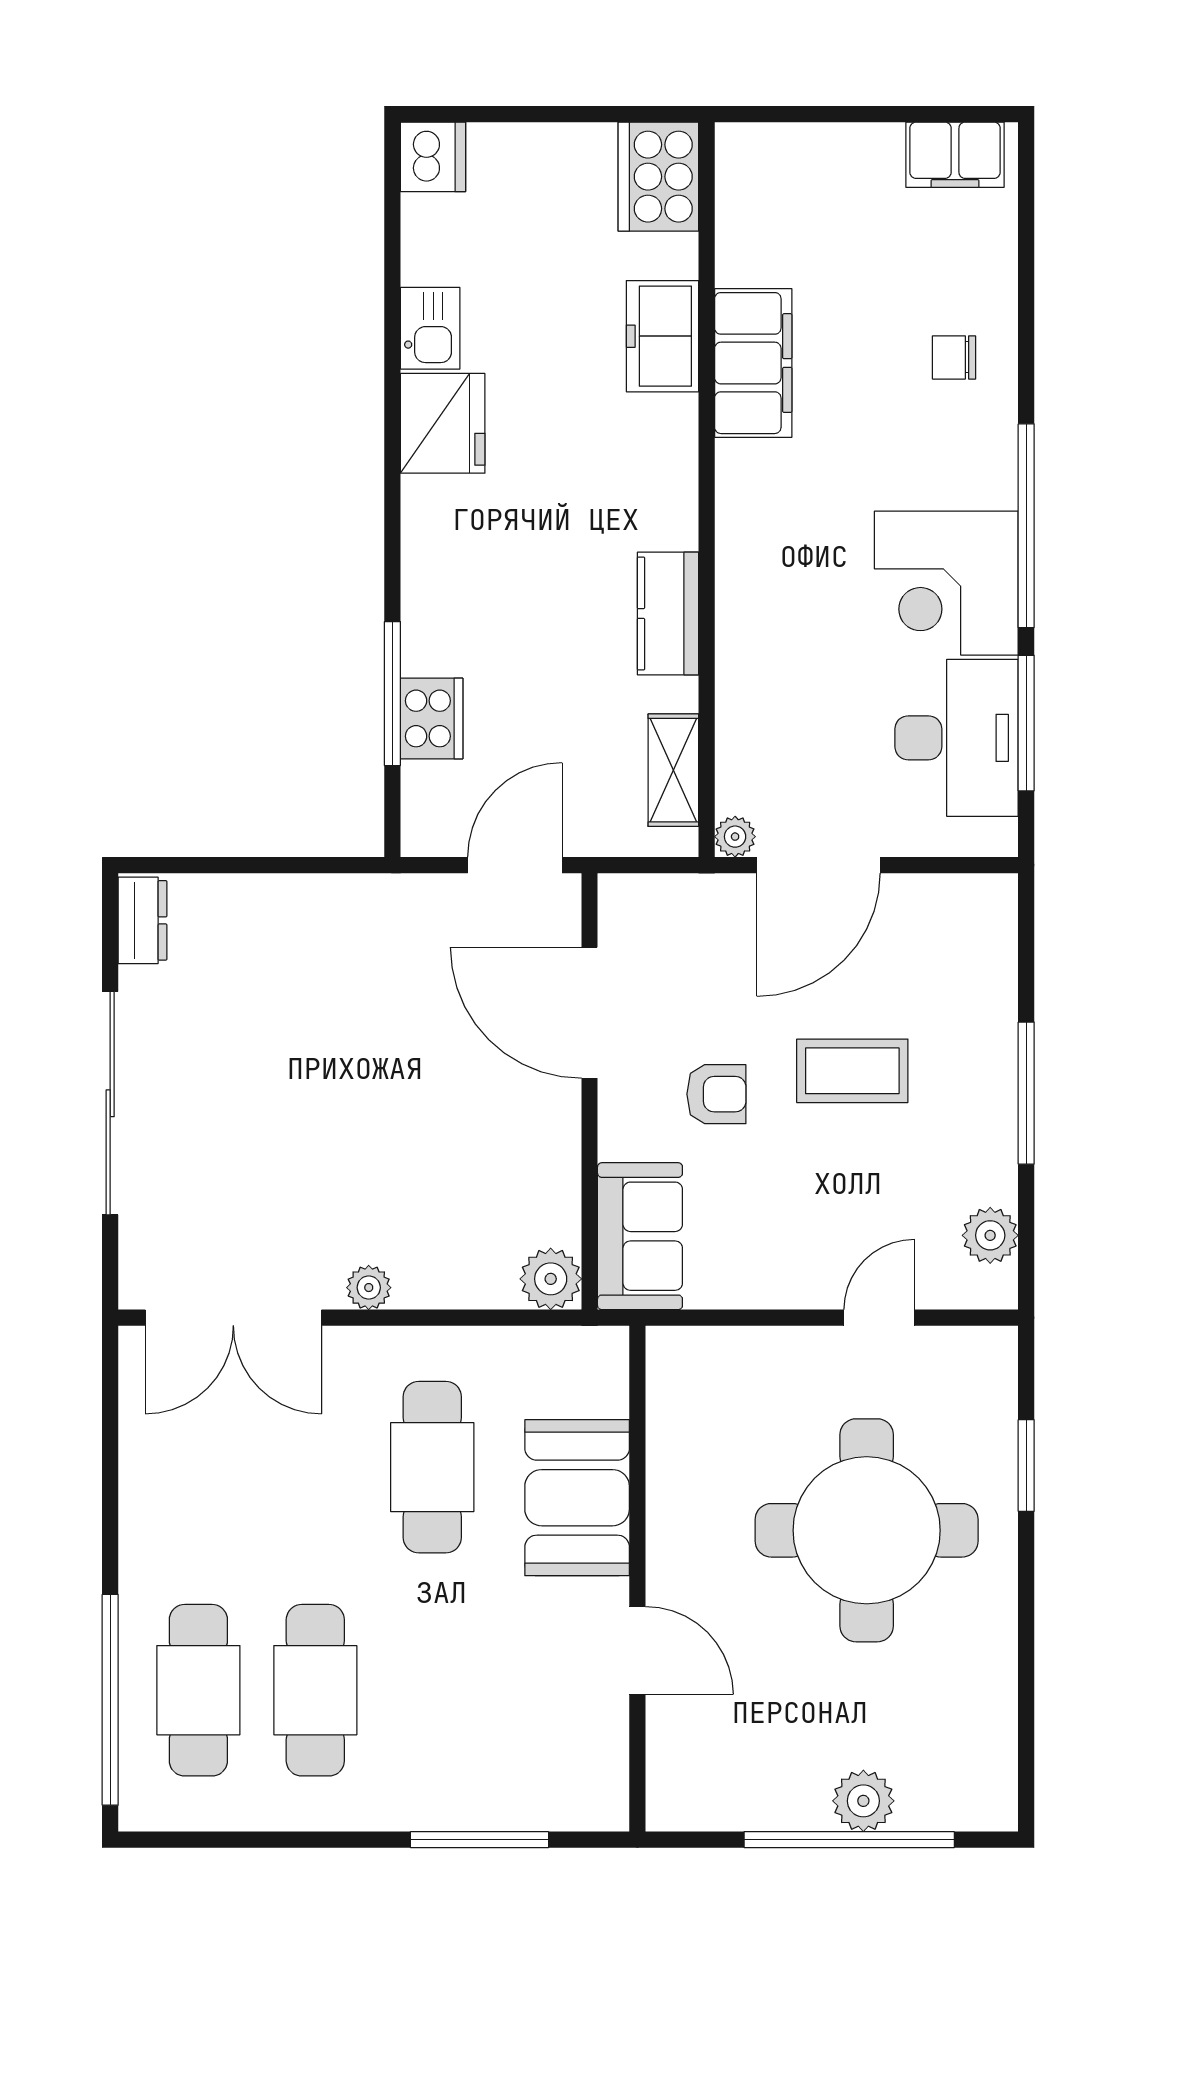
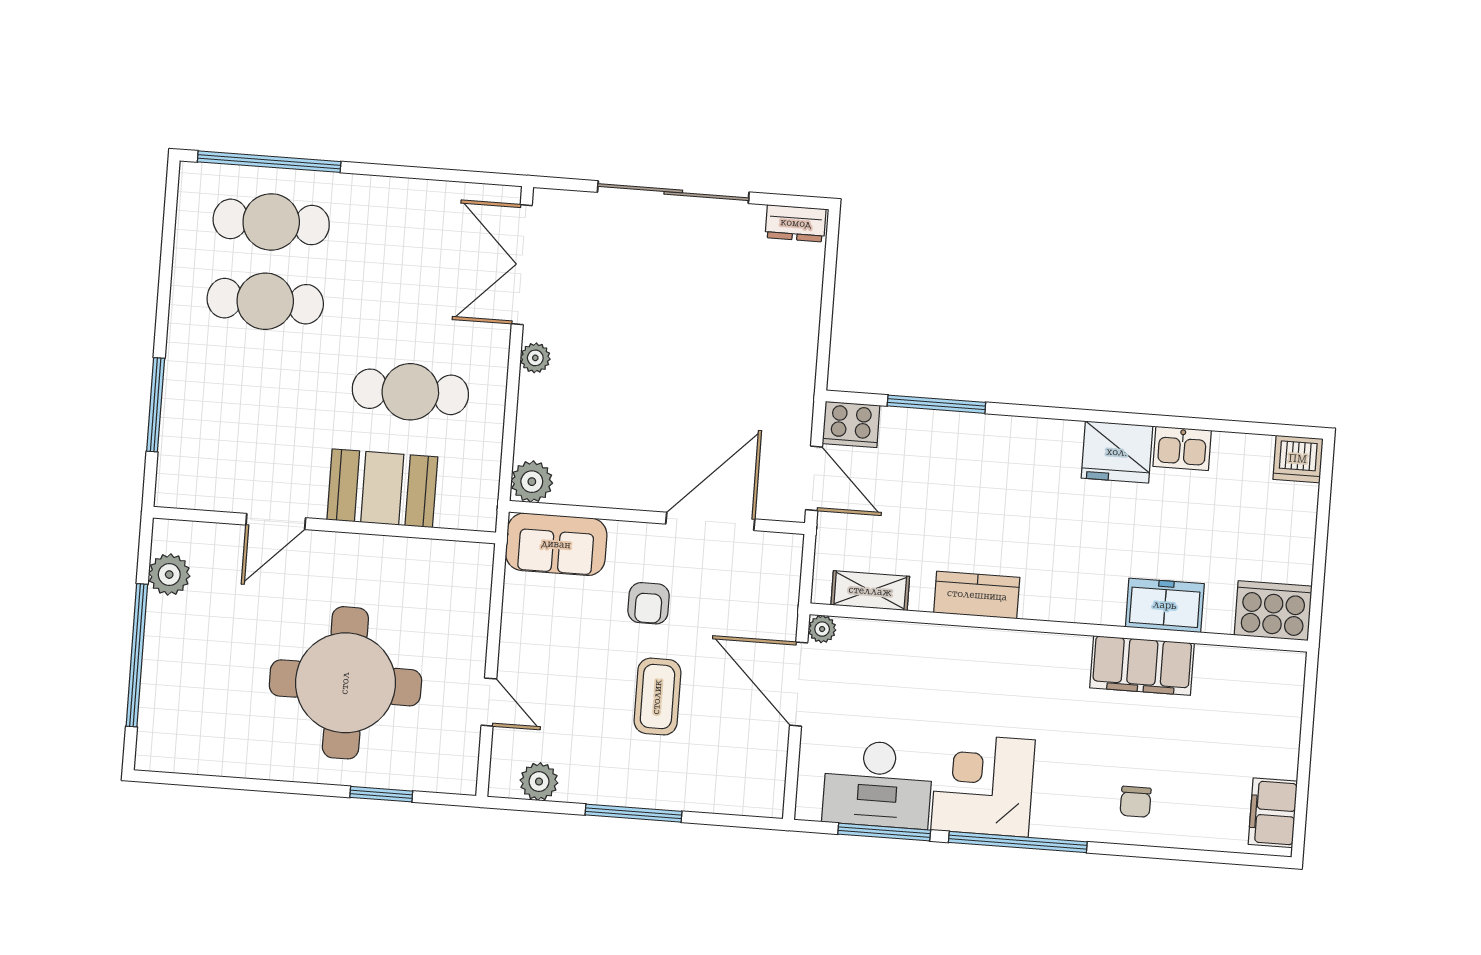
chair: (954, 357) -> (1136, 802), turned 180
cooker: (432, 718) -> (851, 424), moved
plant: (863, 1801) -> (169, 575), moved

